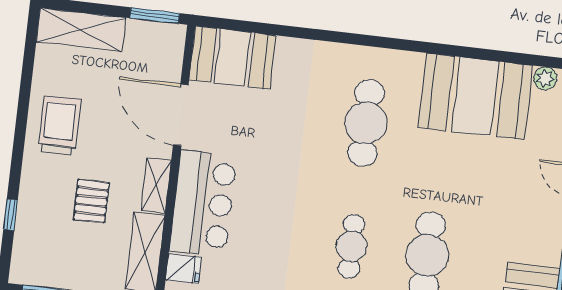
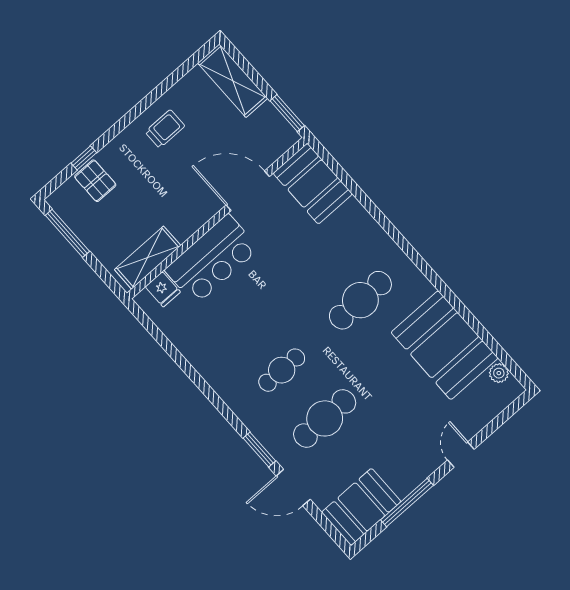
door: (181, 115) -> (248, 191), hinge flipped
trolley: (59, 125) -> (165, 129), width x0.73, depth x0.72
shelving: (156, 185) -> (193, 222), removed
pallet: (91, 201) -> (95, 181), moved, turned 90

